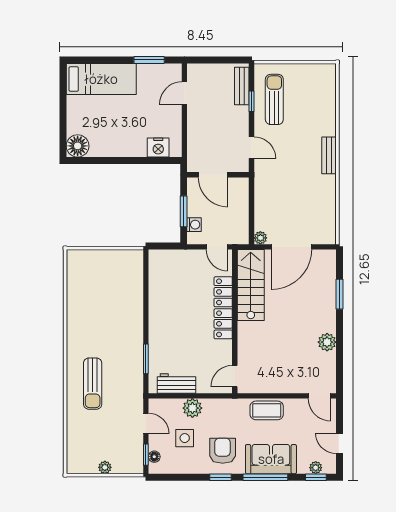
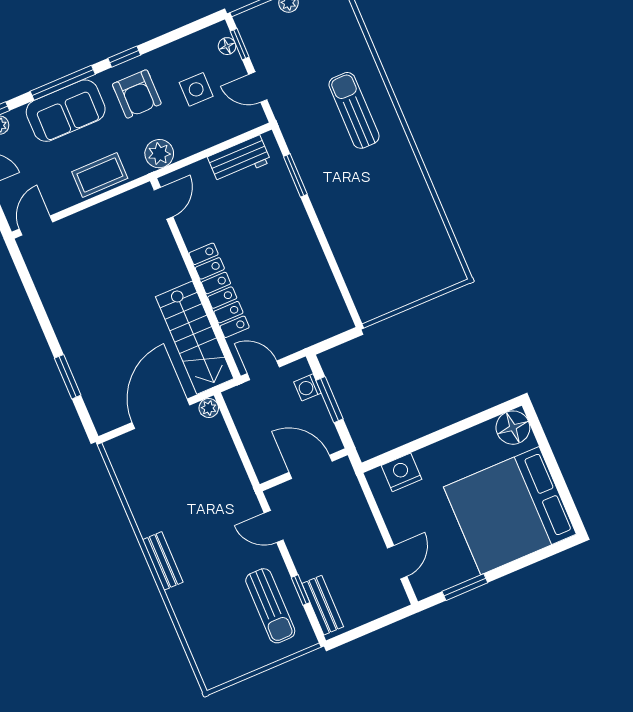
bed: (101, 79) -> (510, 511), width x2.04
plant: (327, 342) -> (57, 304), removed
door: (319, 396) -> (36, 226), hinge flipped
plant: (192, 408) -> (159, 154), moved

